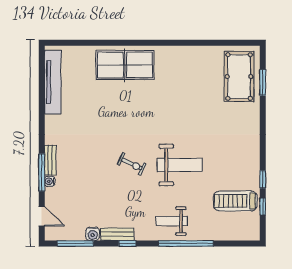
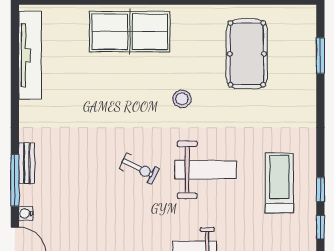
pool table: (239, 77) -> (247, 54), moved
stool: (163, 114) -> (182, 99), added
water cooler: (50, 181) -> (26, 214), moved
treadmill: (235, 201) -> (279, 183), moved, turned 90

